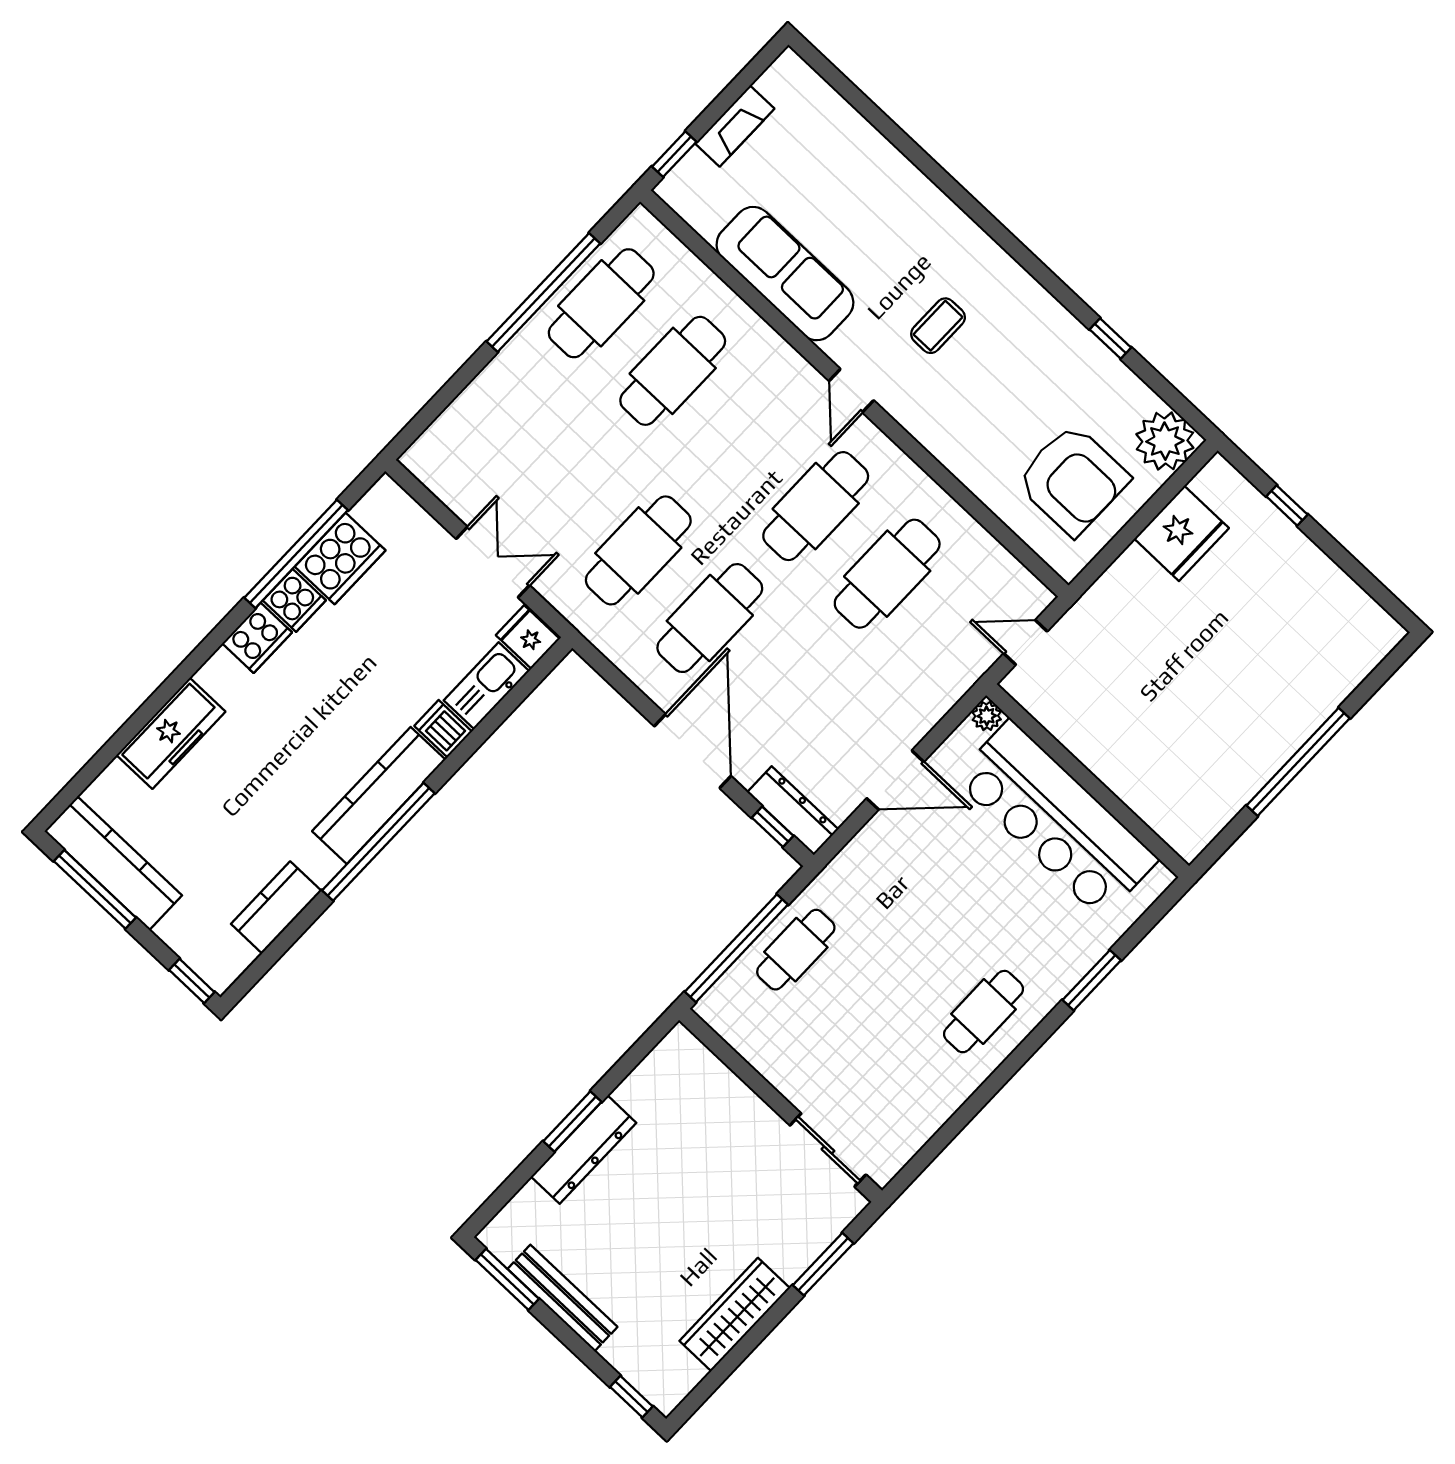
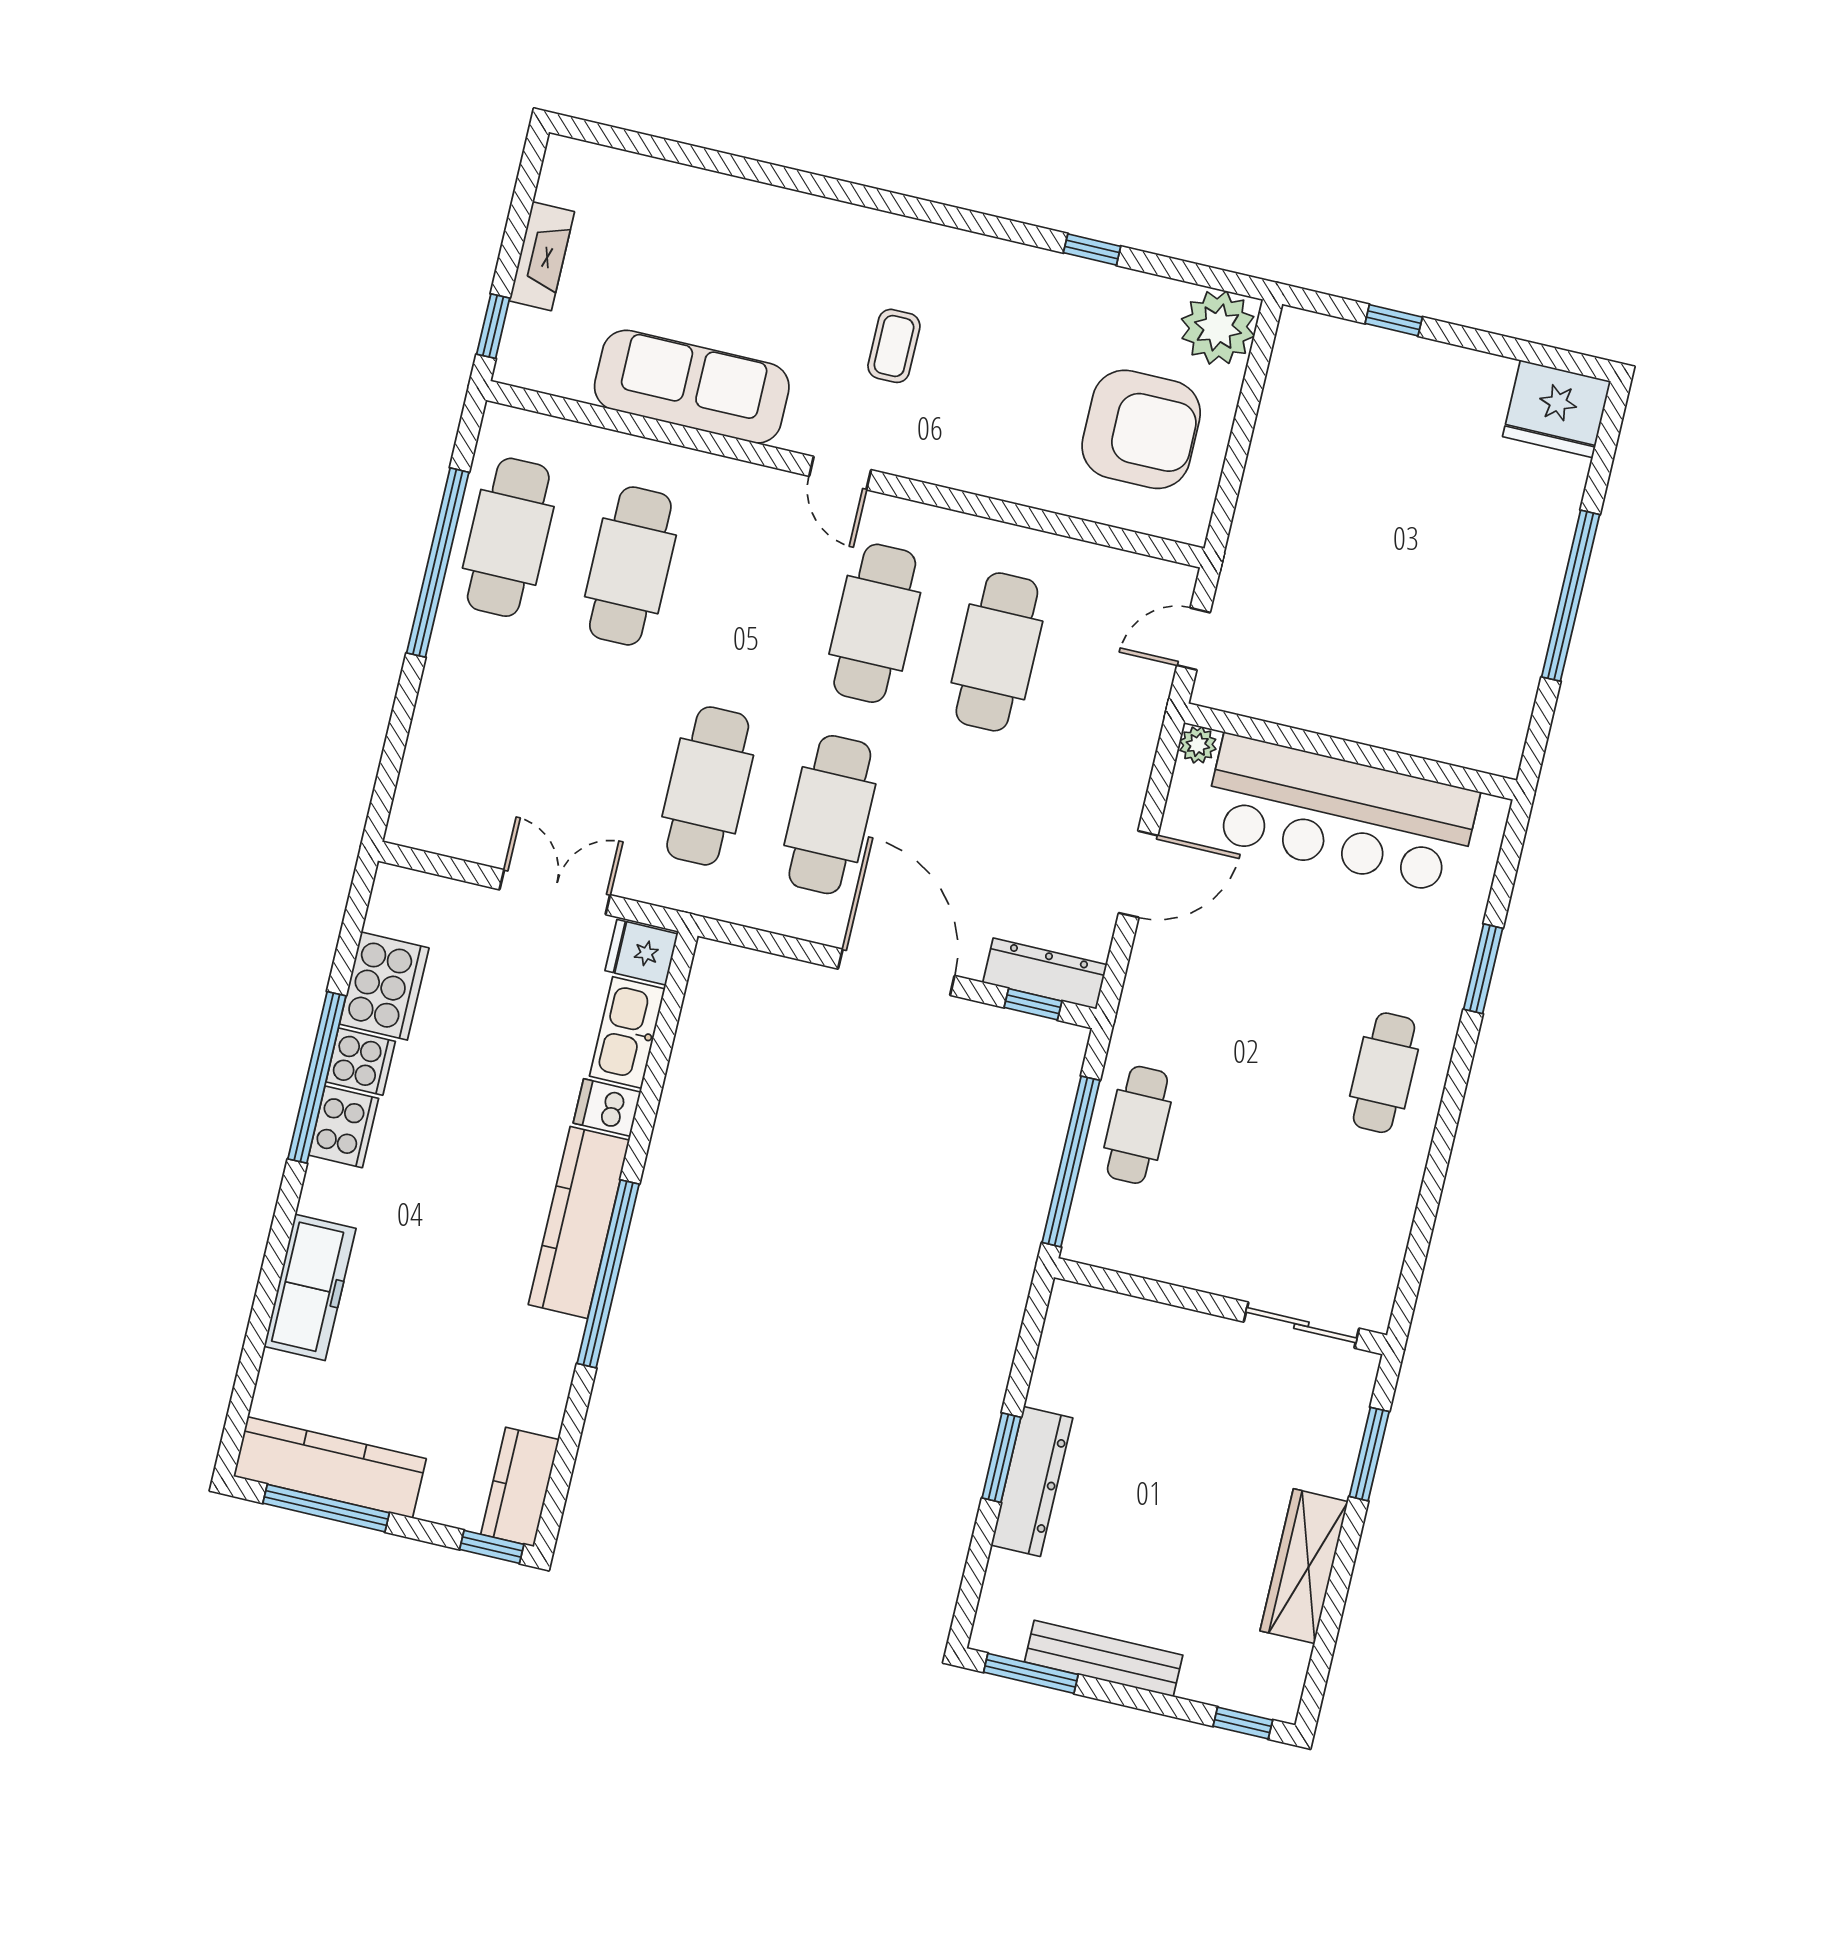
fridge: (1182, 533) -> (1557, 409), moved, turned 90
window: (296, 554) -> (317, 1077), moved
kitchen counter: (276, 907) -> (520, 1487), moved

